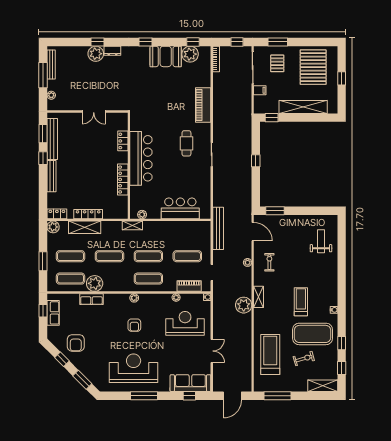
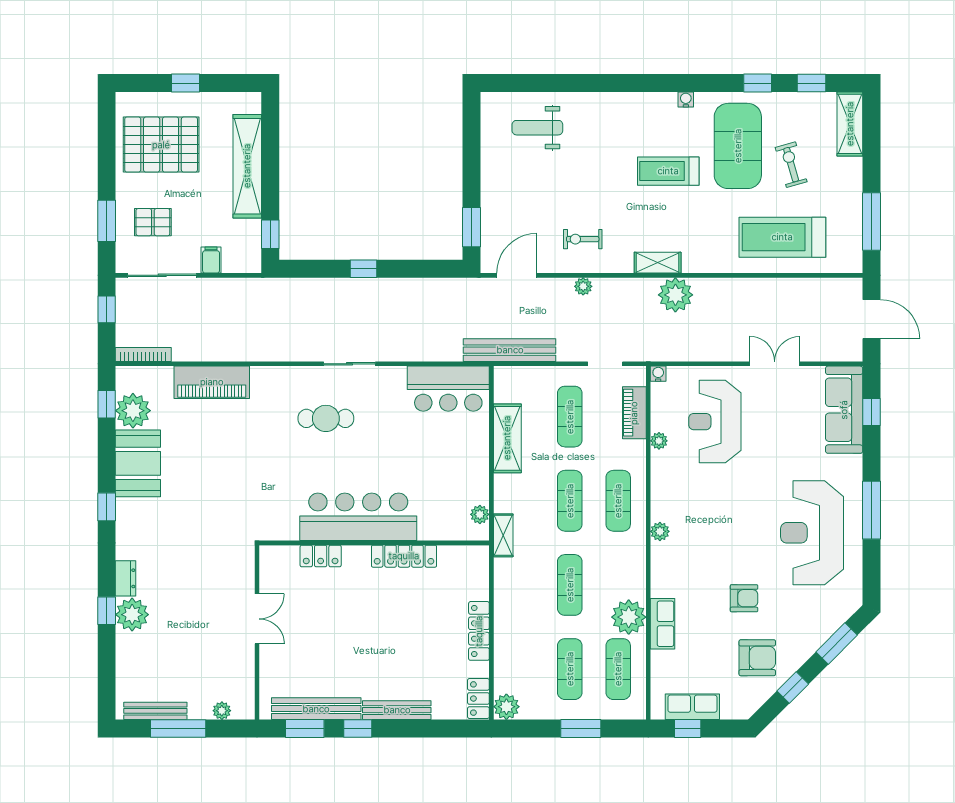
piano: (203, 105) -> (212, 382), moved
bar counter: (180, 208) -> (448, 389), moved, turned -90
shelving: (85, 227) -> (507, 438), moved
armchair: (134, 325) -> (744, 598), moved

